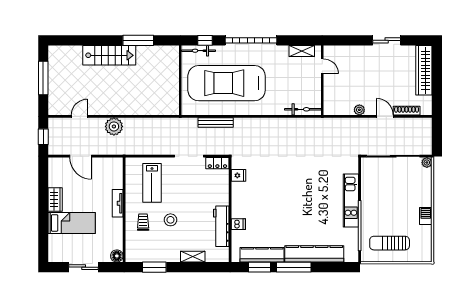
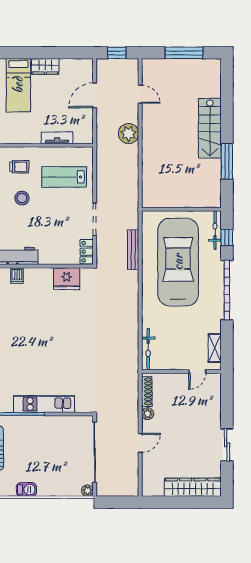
shoe rack: (407, 111) -> (147, 391), moved
fridge: (239, 175) -> (67, 279), width x1.88, depth x1.34
tv unit: (118, 203) -> (57, 138), moved

